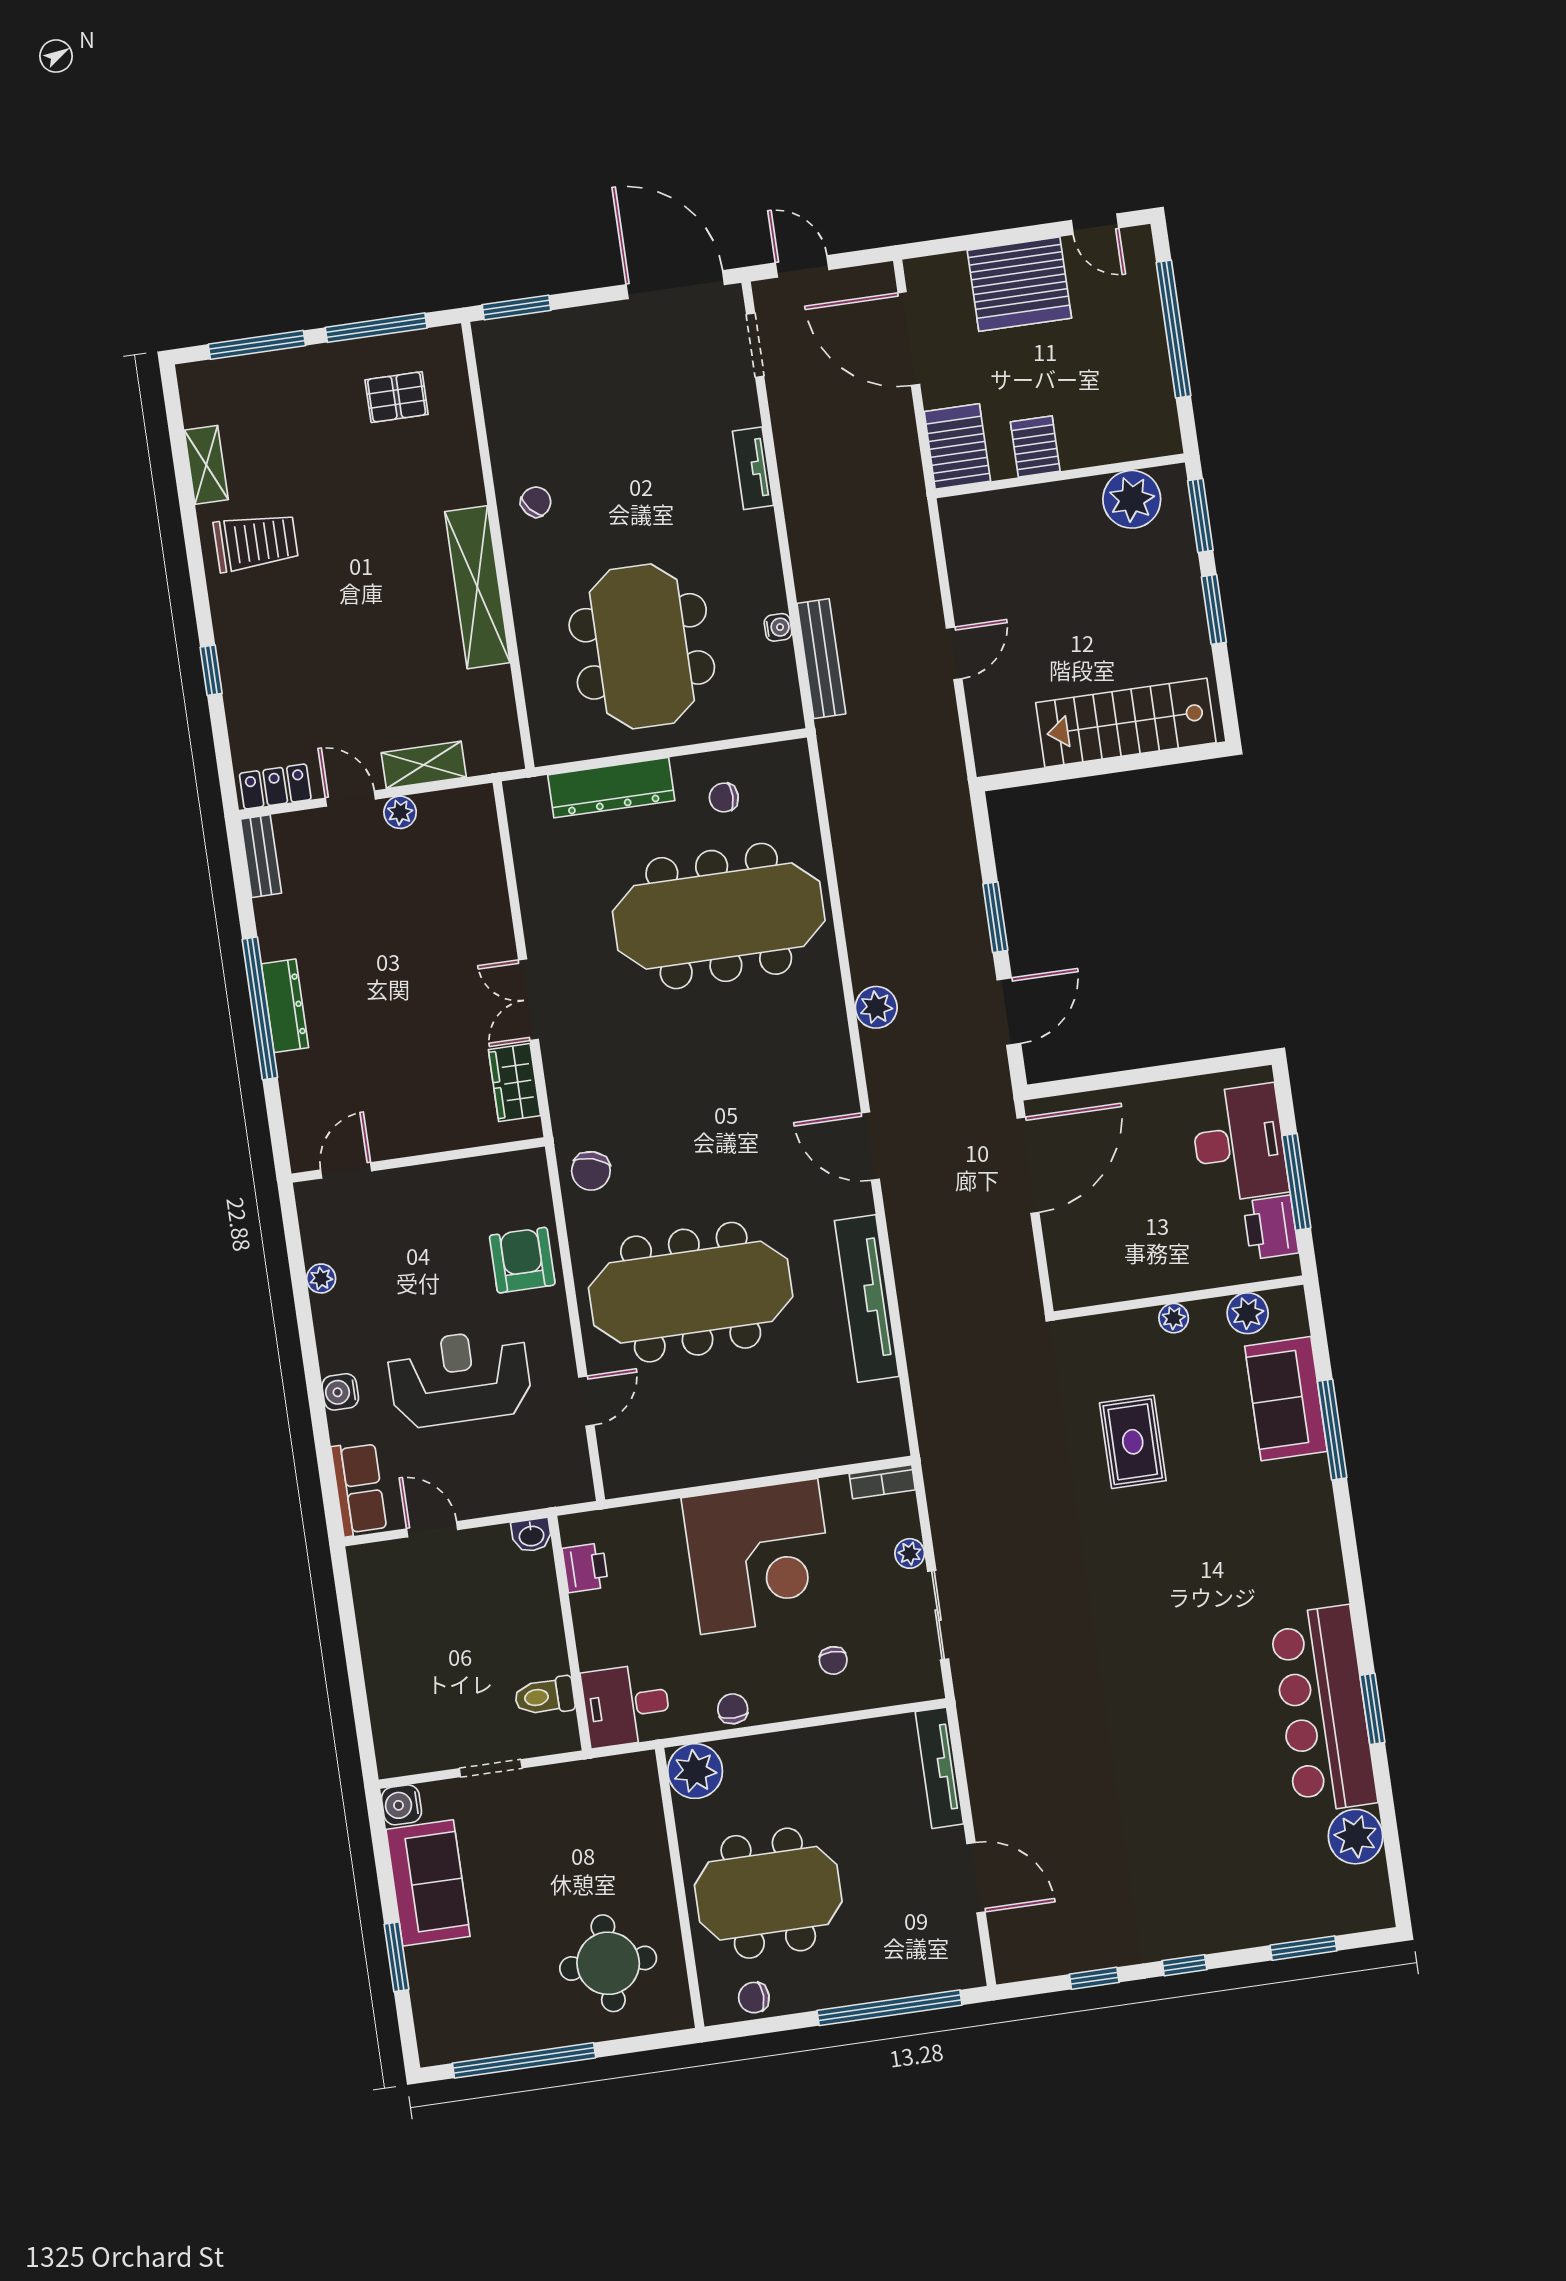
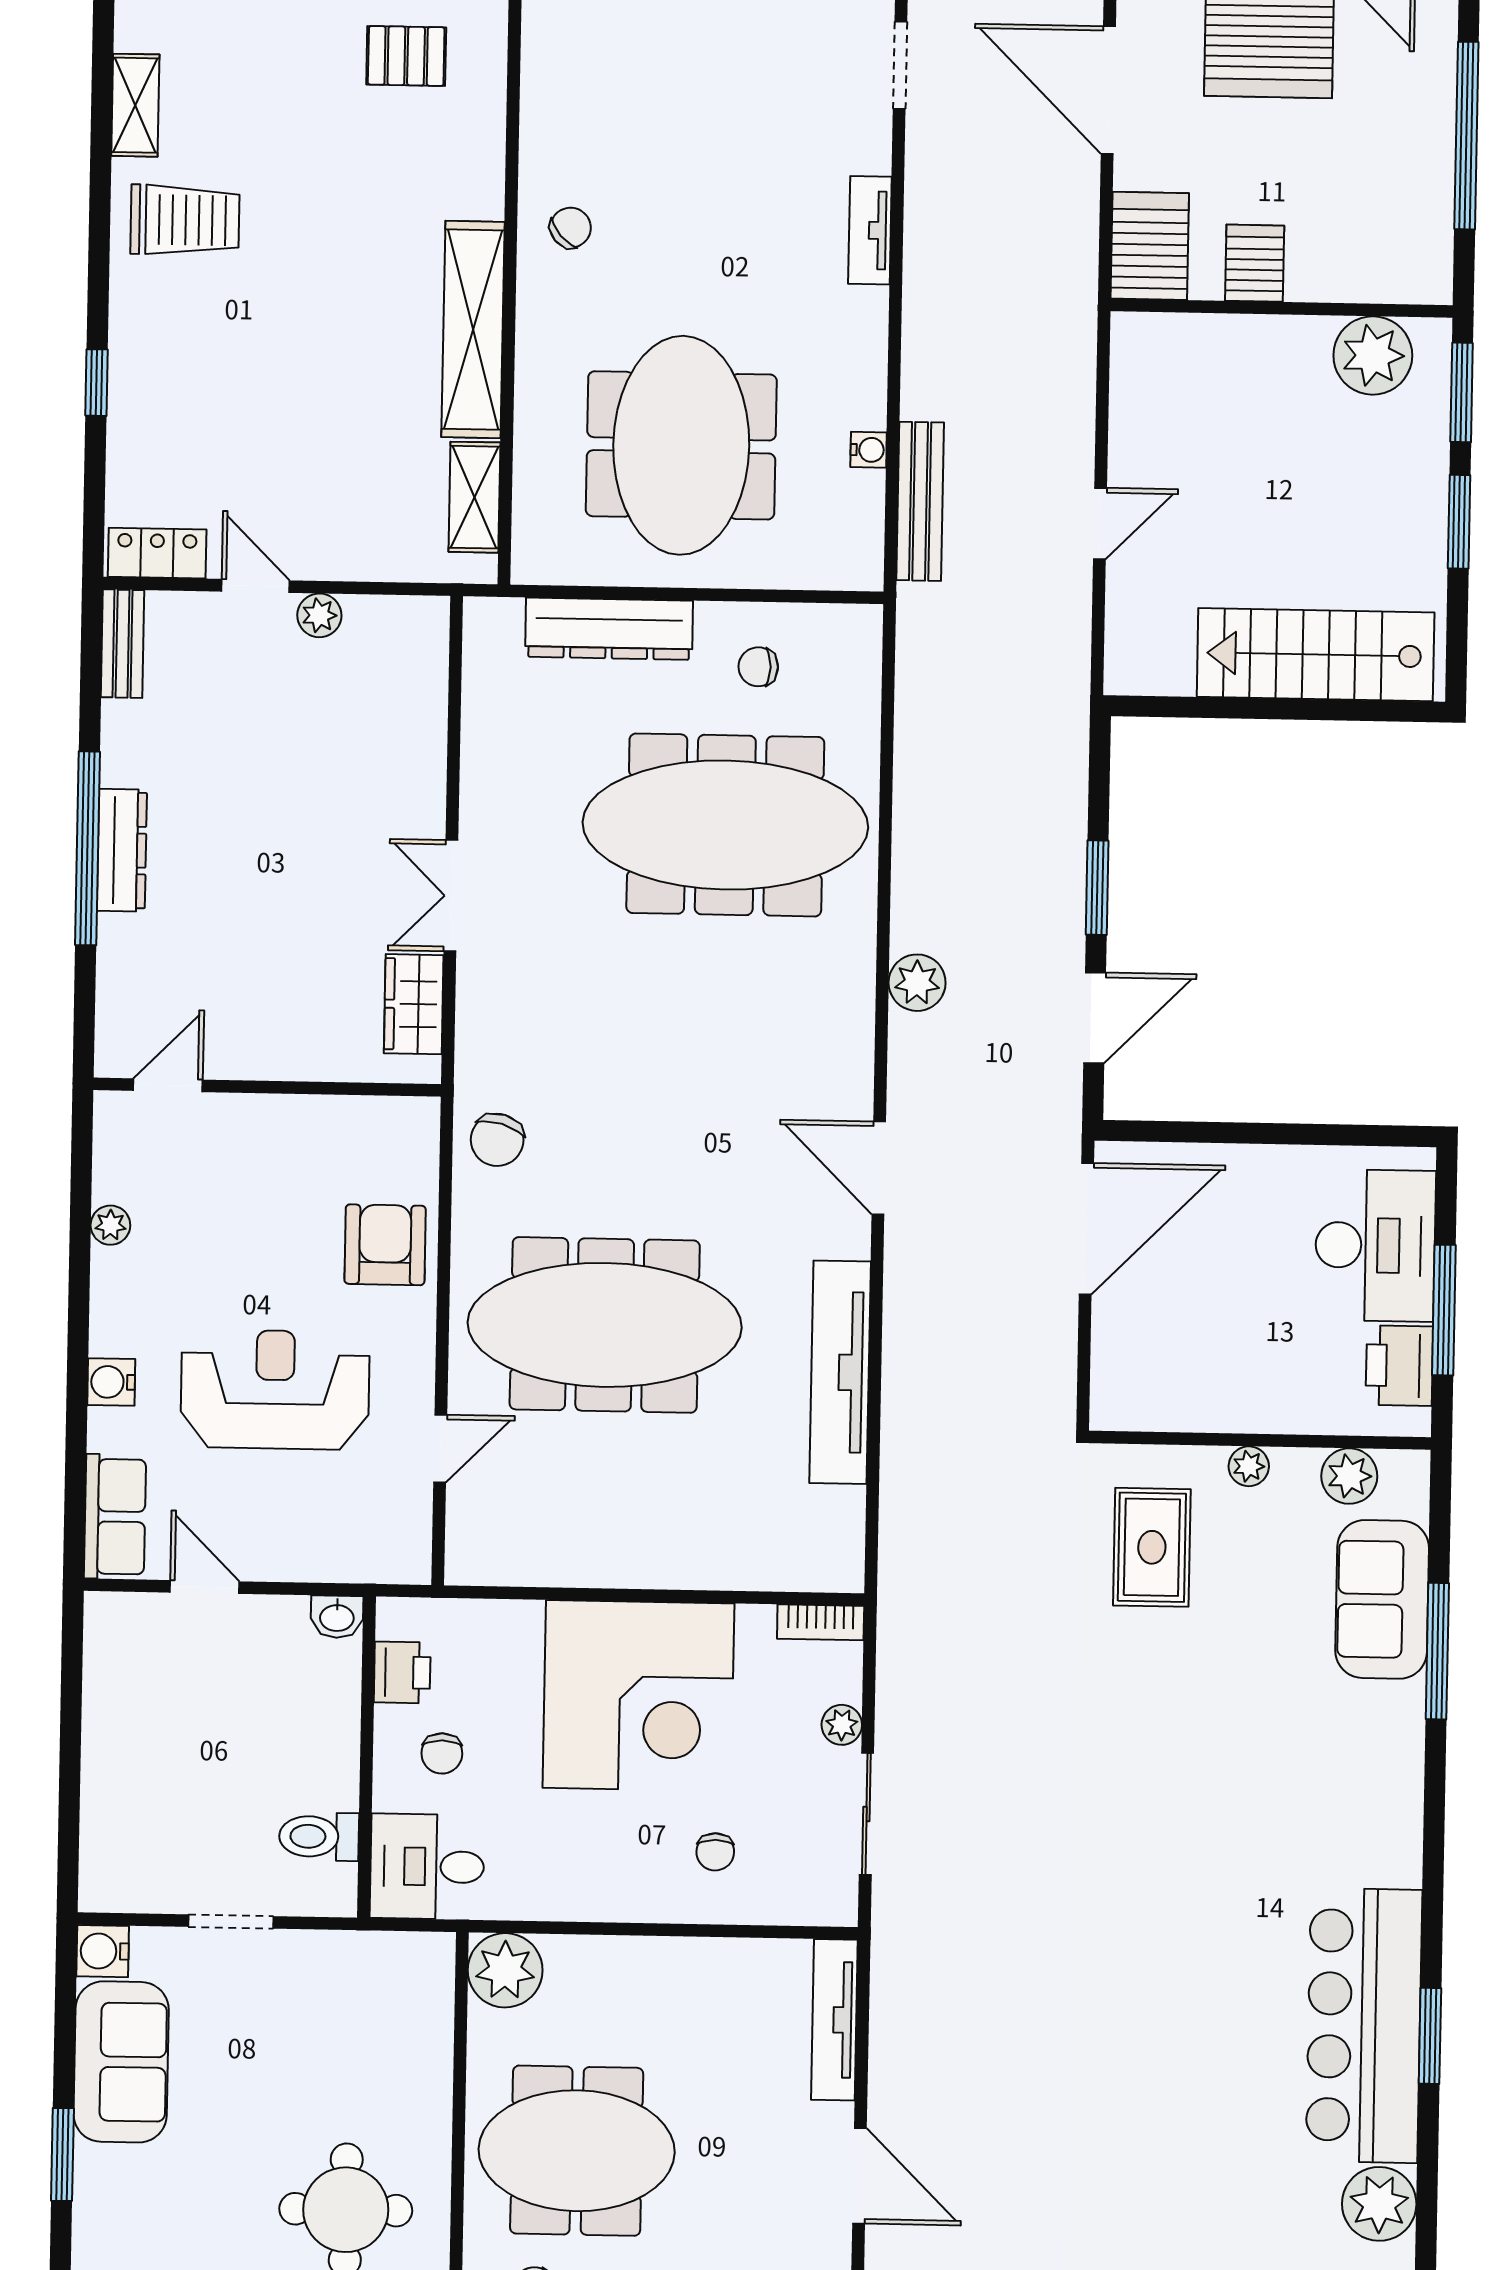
shelving: (424, 765) -> (474, 497), moved, turned 90
rug: (1133, 1442) -> (1152, 1547), moved
chair: (733, 1709) -> (442, 1753), moved, turned 180

